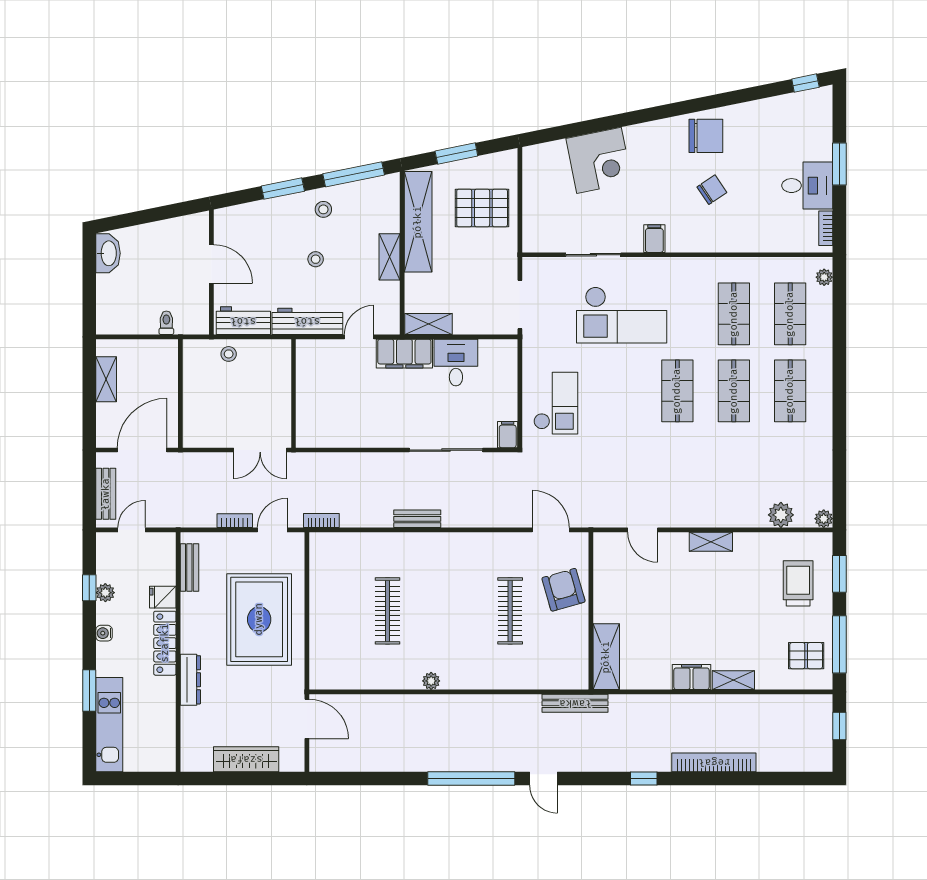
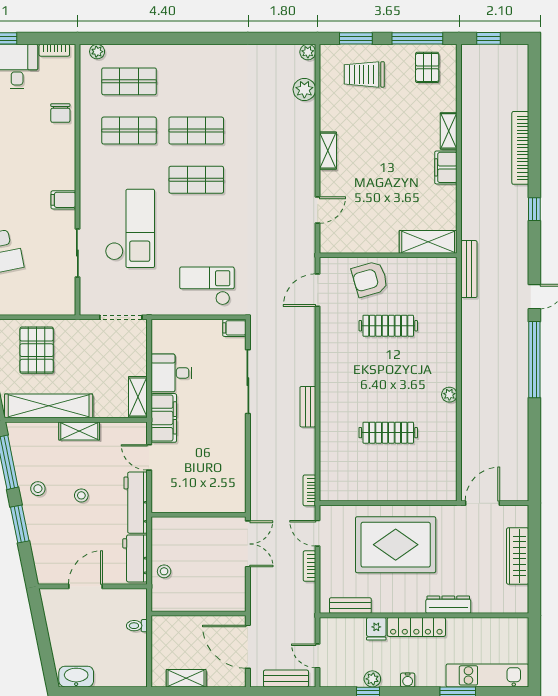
chair: (712, 190) -> (60, 113), moved, turned -146
shop shelf: (790, 391) -> (196, 81), removed

